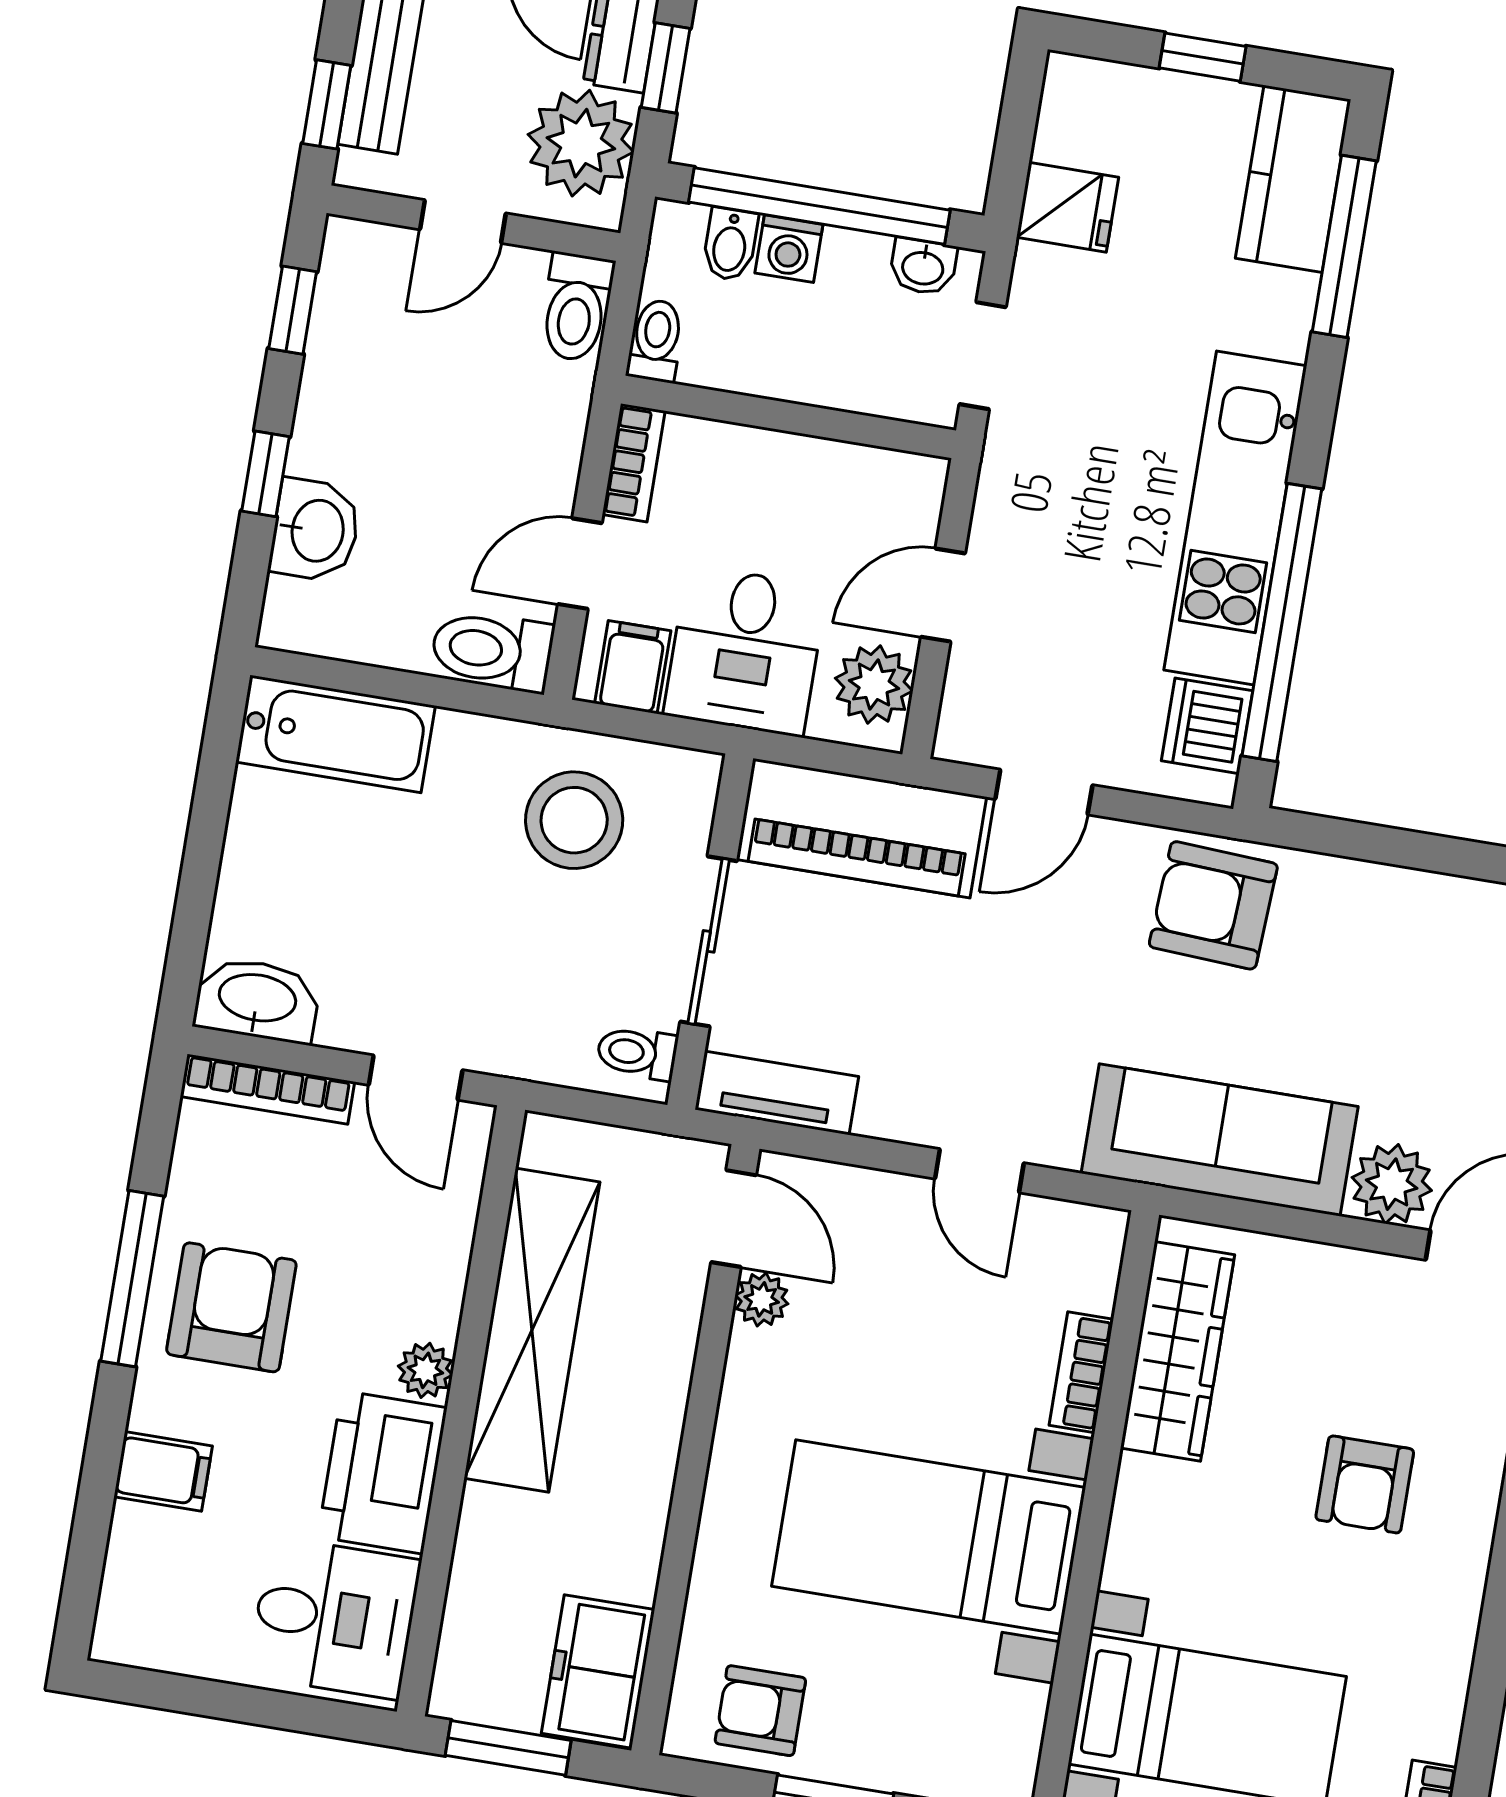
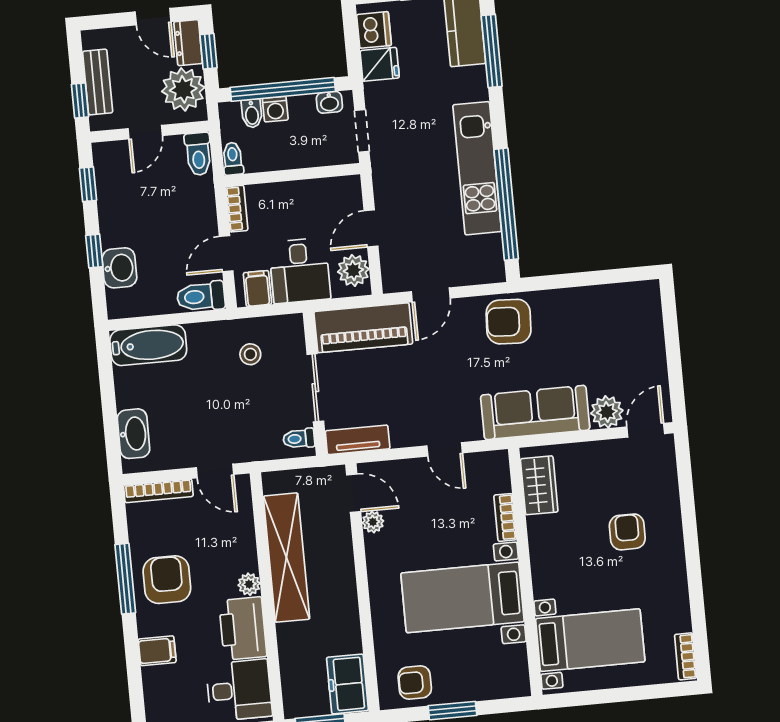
dishwasher: (1207, 726) -> (374, 30), moved, turned 180
stool: (574, 820) -> (250, 354), width x0.53, depth x0.53
washbasin: (257, 1000) -> (134, 434), moved, turned 90
wardrobe: (1178, 1351) -> (539, 485), width x0.67
armchair: (1365, 1484) -> (627, 532), turned 180

